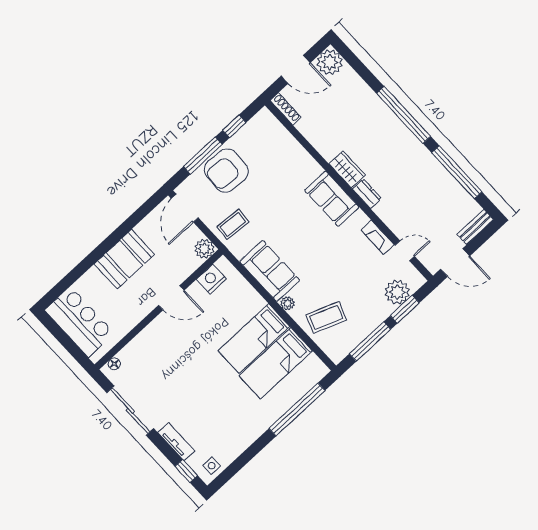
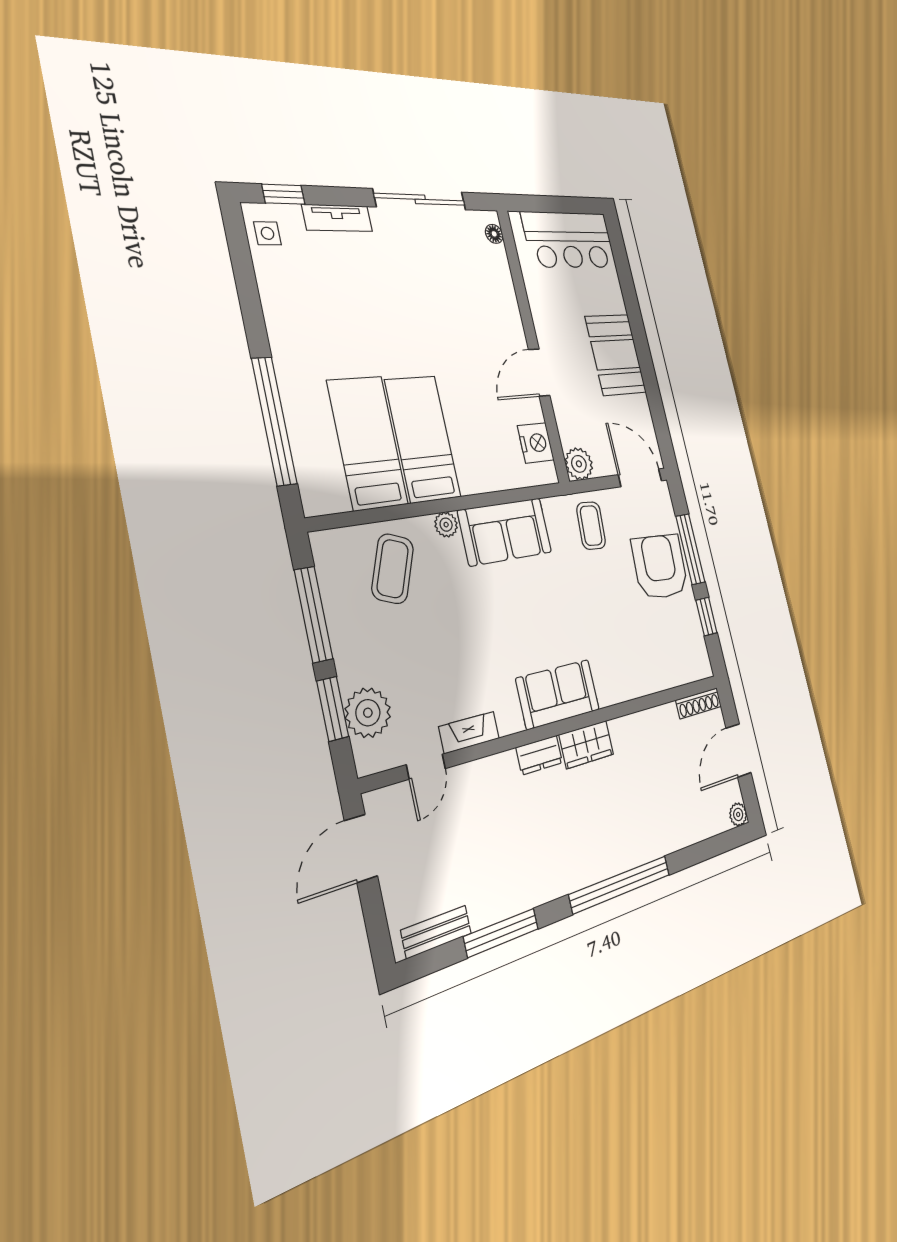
plant: (330, 62) -> (738, 814), width x0.53, depth x0.53
window: (457, 172) -> (501, 933), width x0.68
bench: (475, 227) -> (436, 932), moved, turned 90

